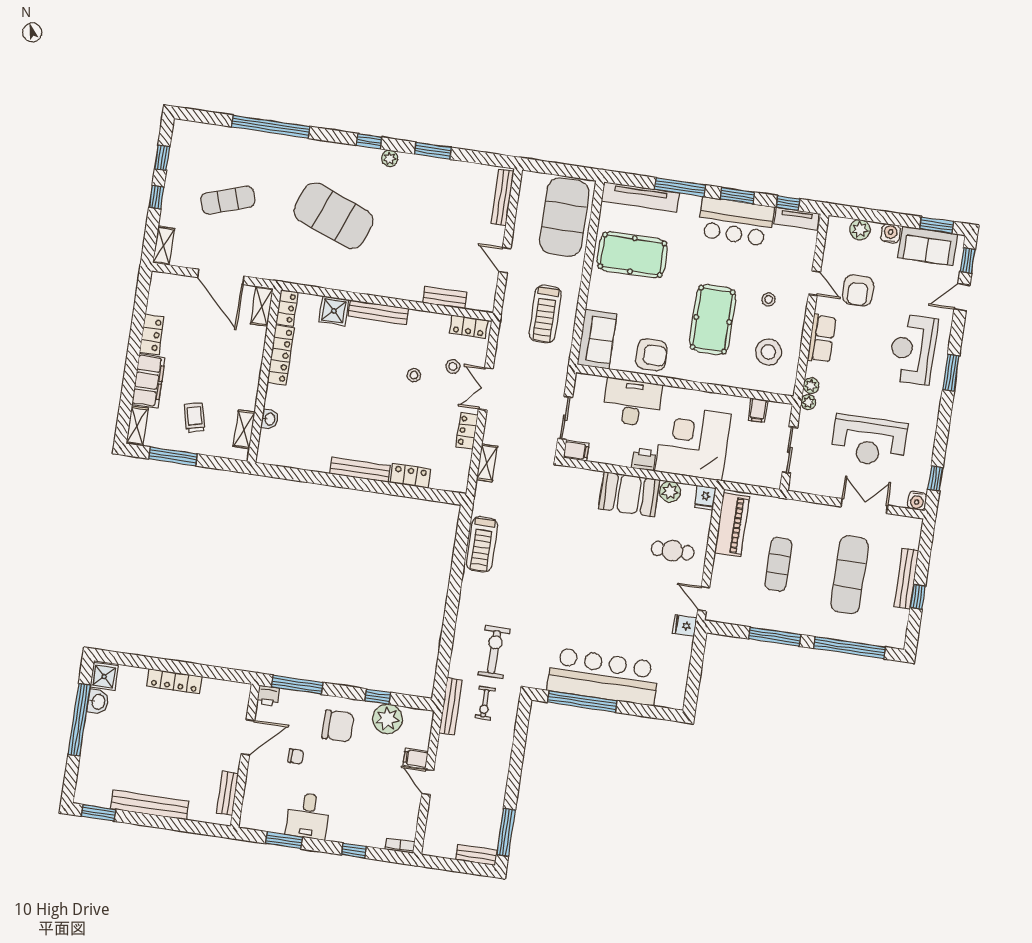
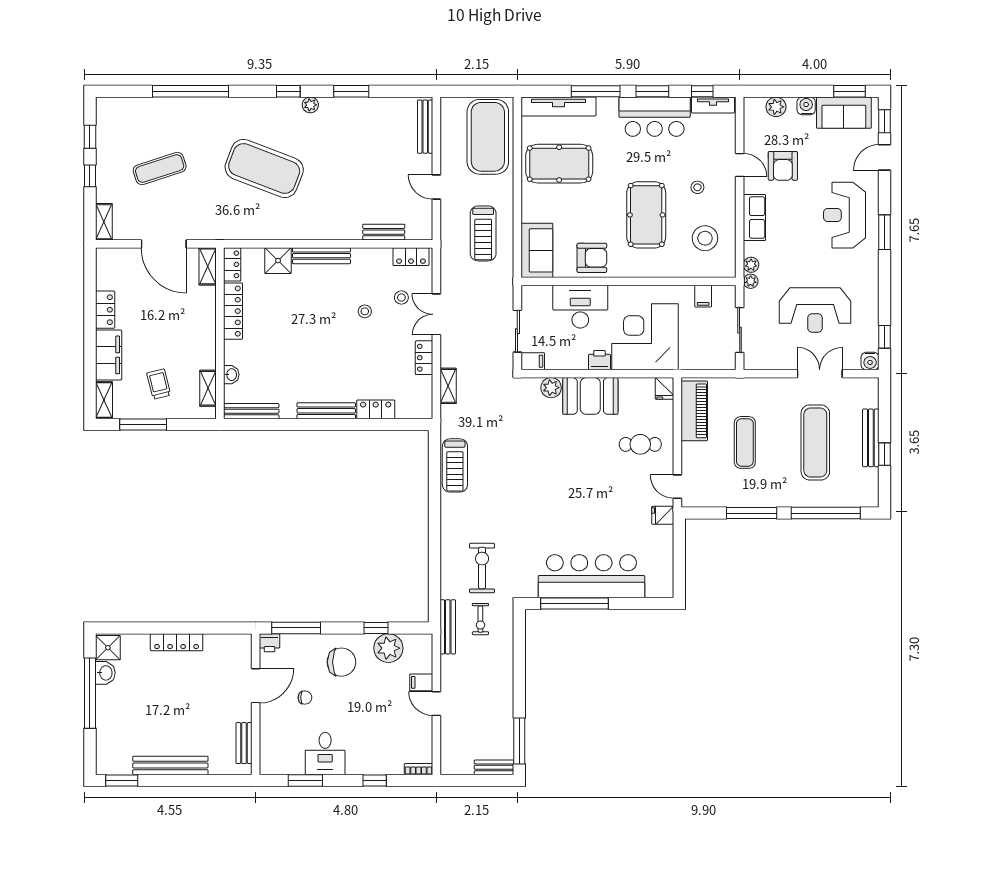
bench: (284, 459) -> (251, 411), added
plant: (670, 492) -> (551, 388), moved

